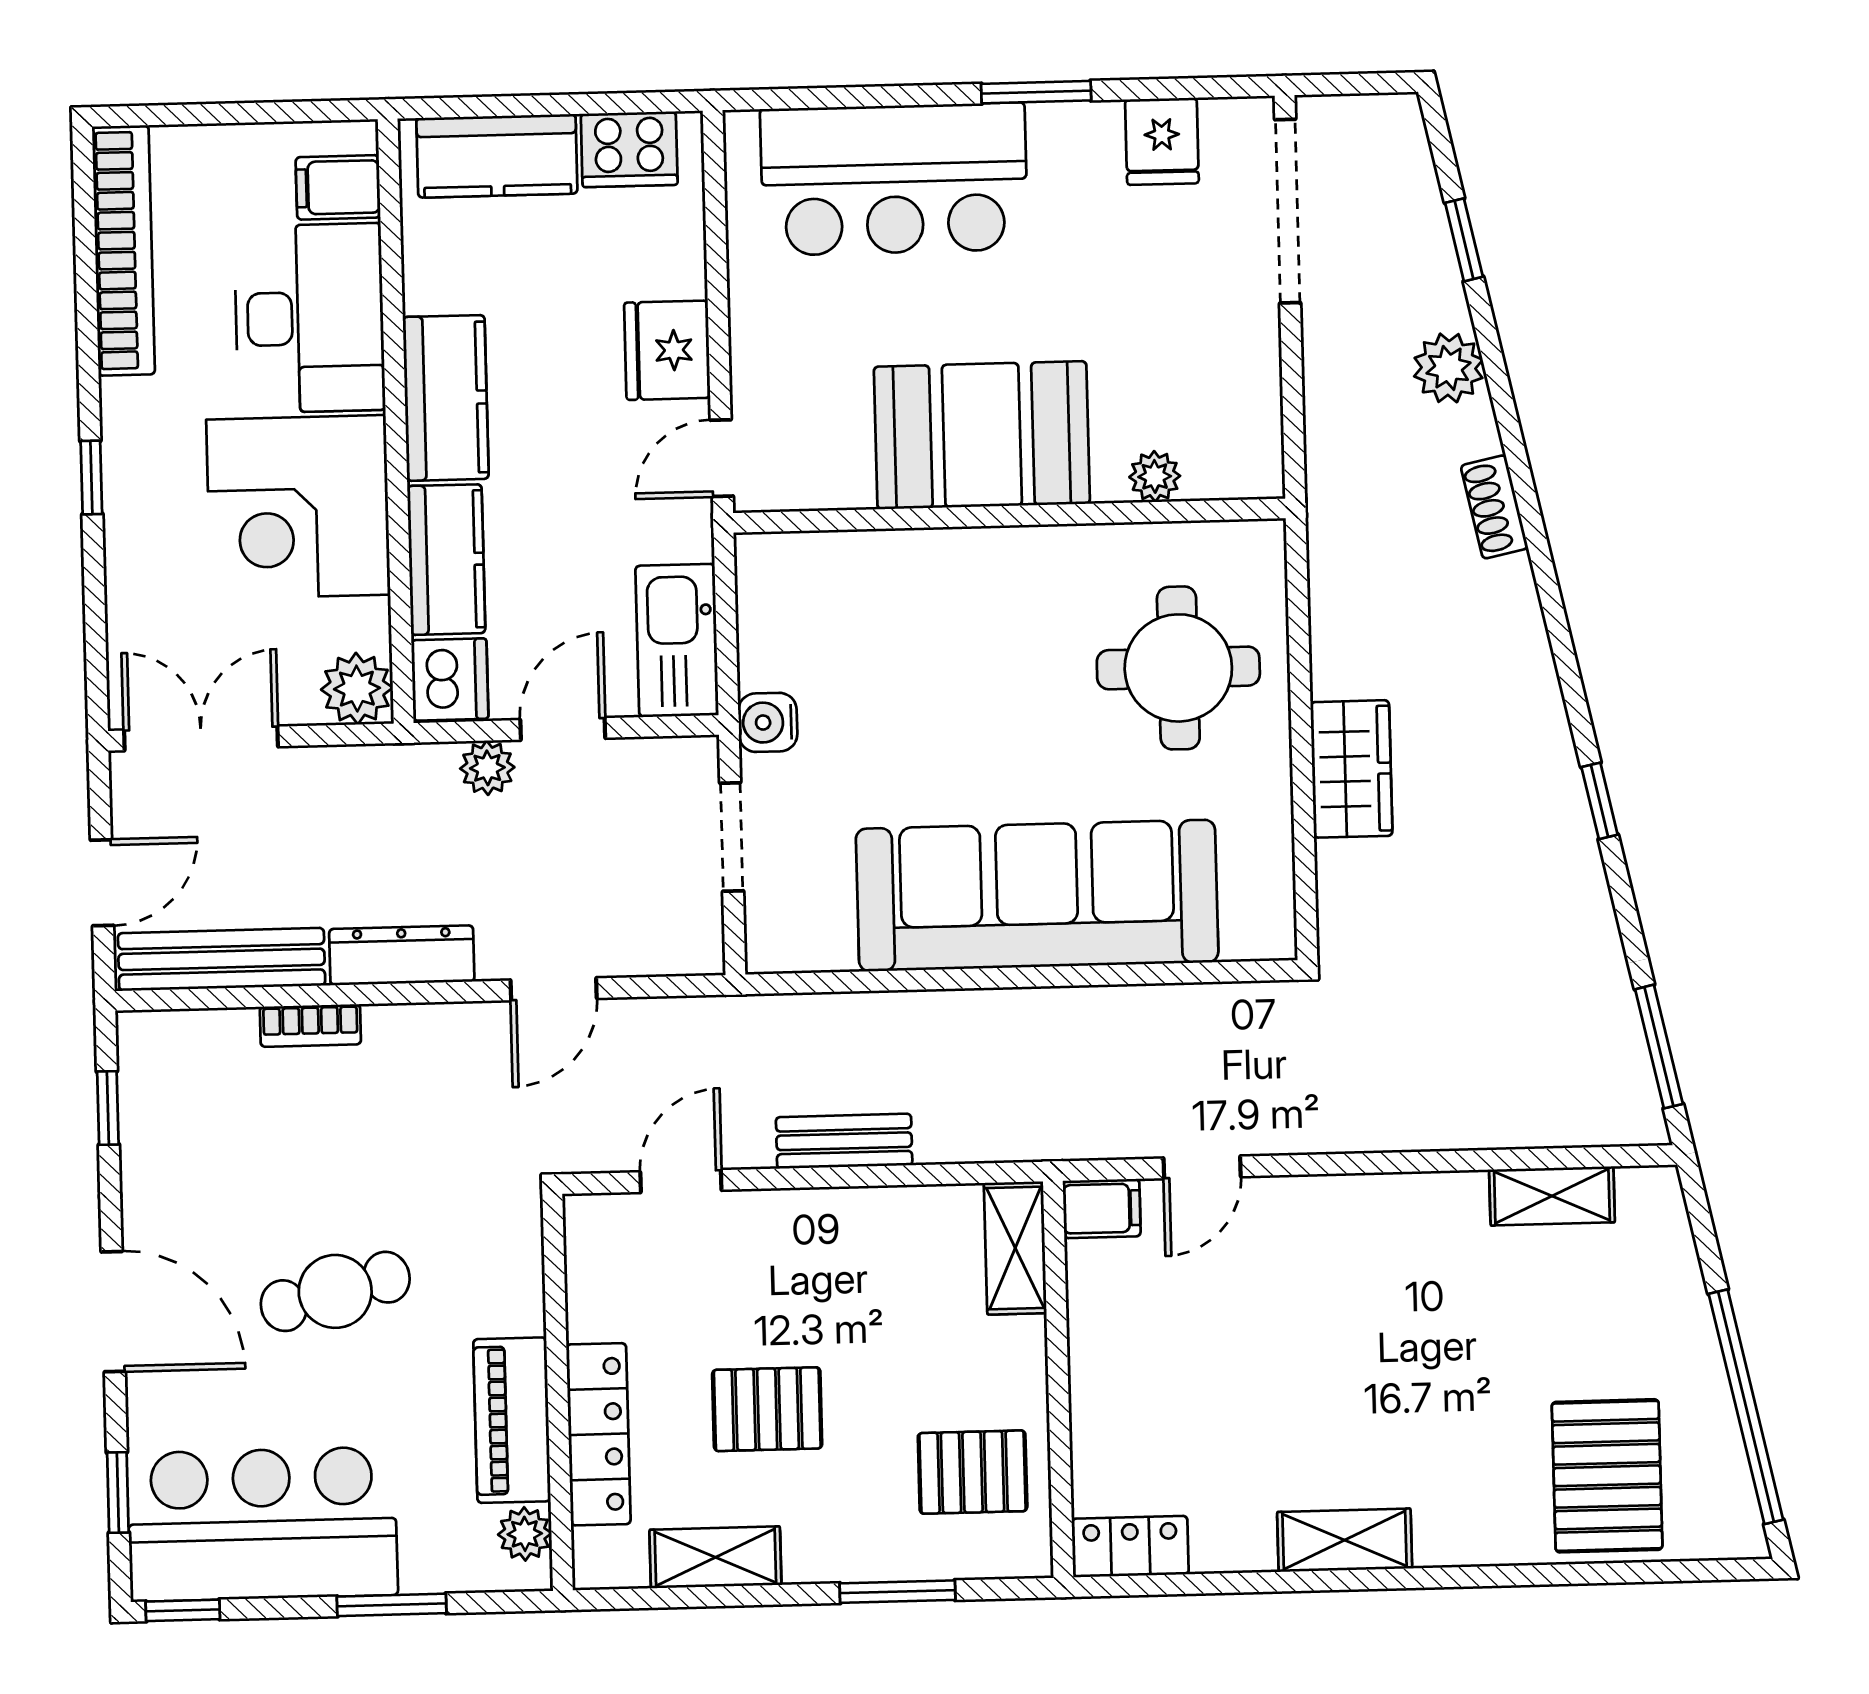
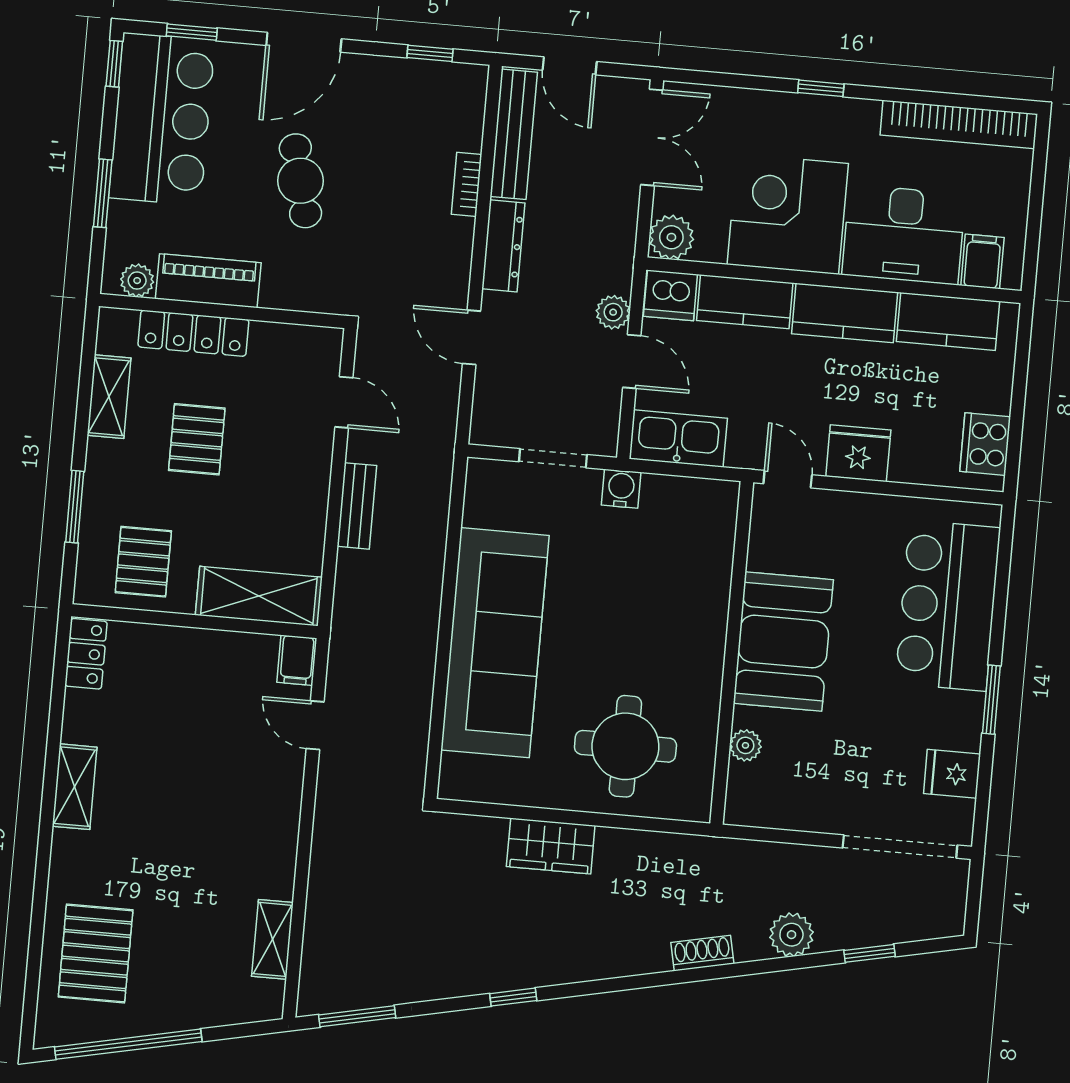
kitchen counter: (497, 156) -> (948, 321), moved, turned -90
shelving: (1015, 1248) -> (259, 596), width x1.50, depth x1.33
pallet: (1607, 1476) -> (96, 953), turned 90

